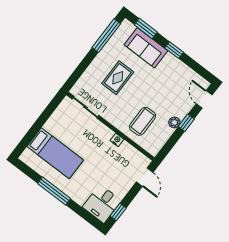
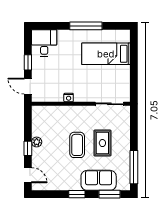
coffee table: (143, 121) -> (77, 145), moved
window: (118, 212) -> (28, 62), moved

